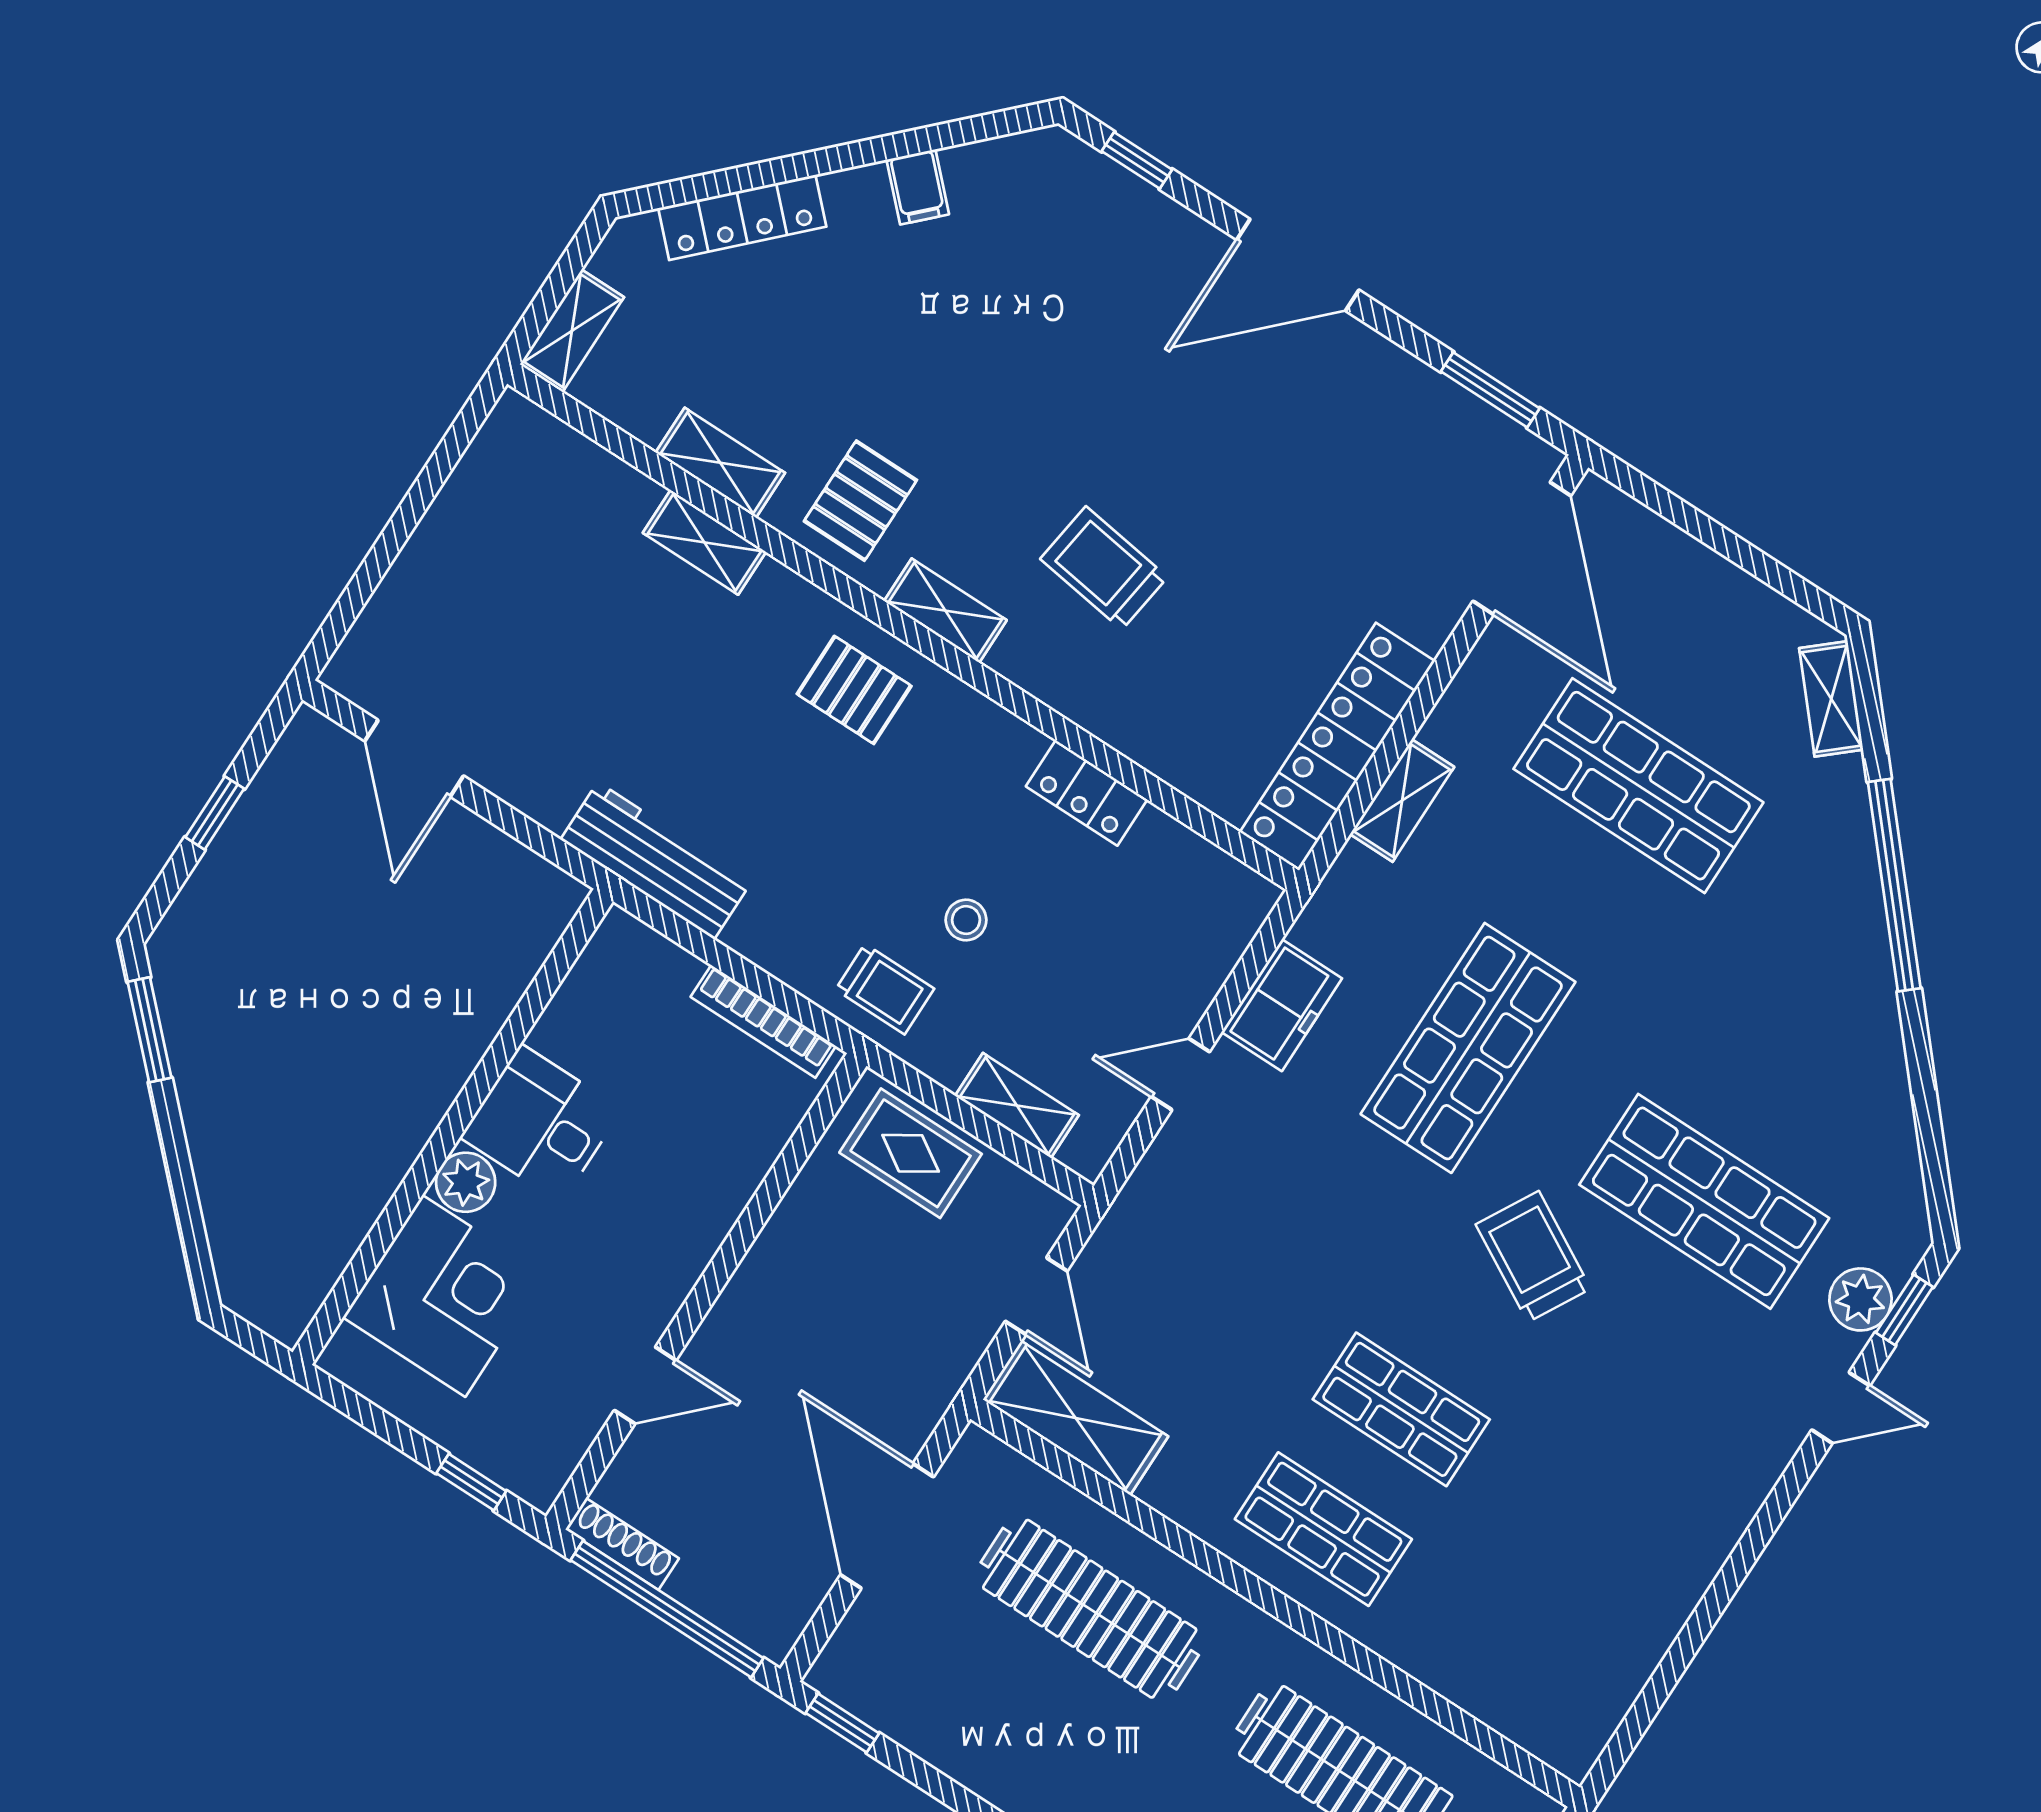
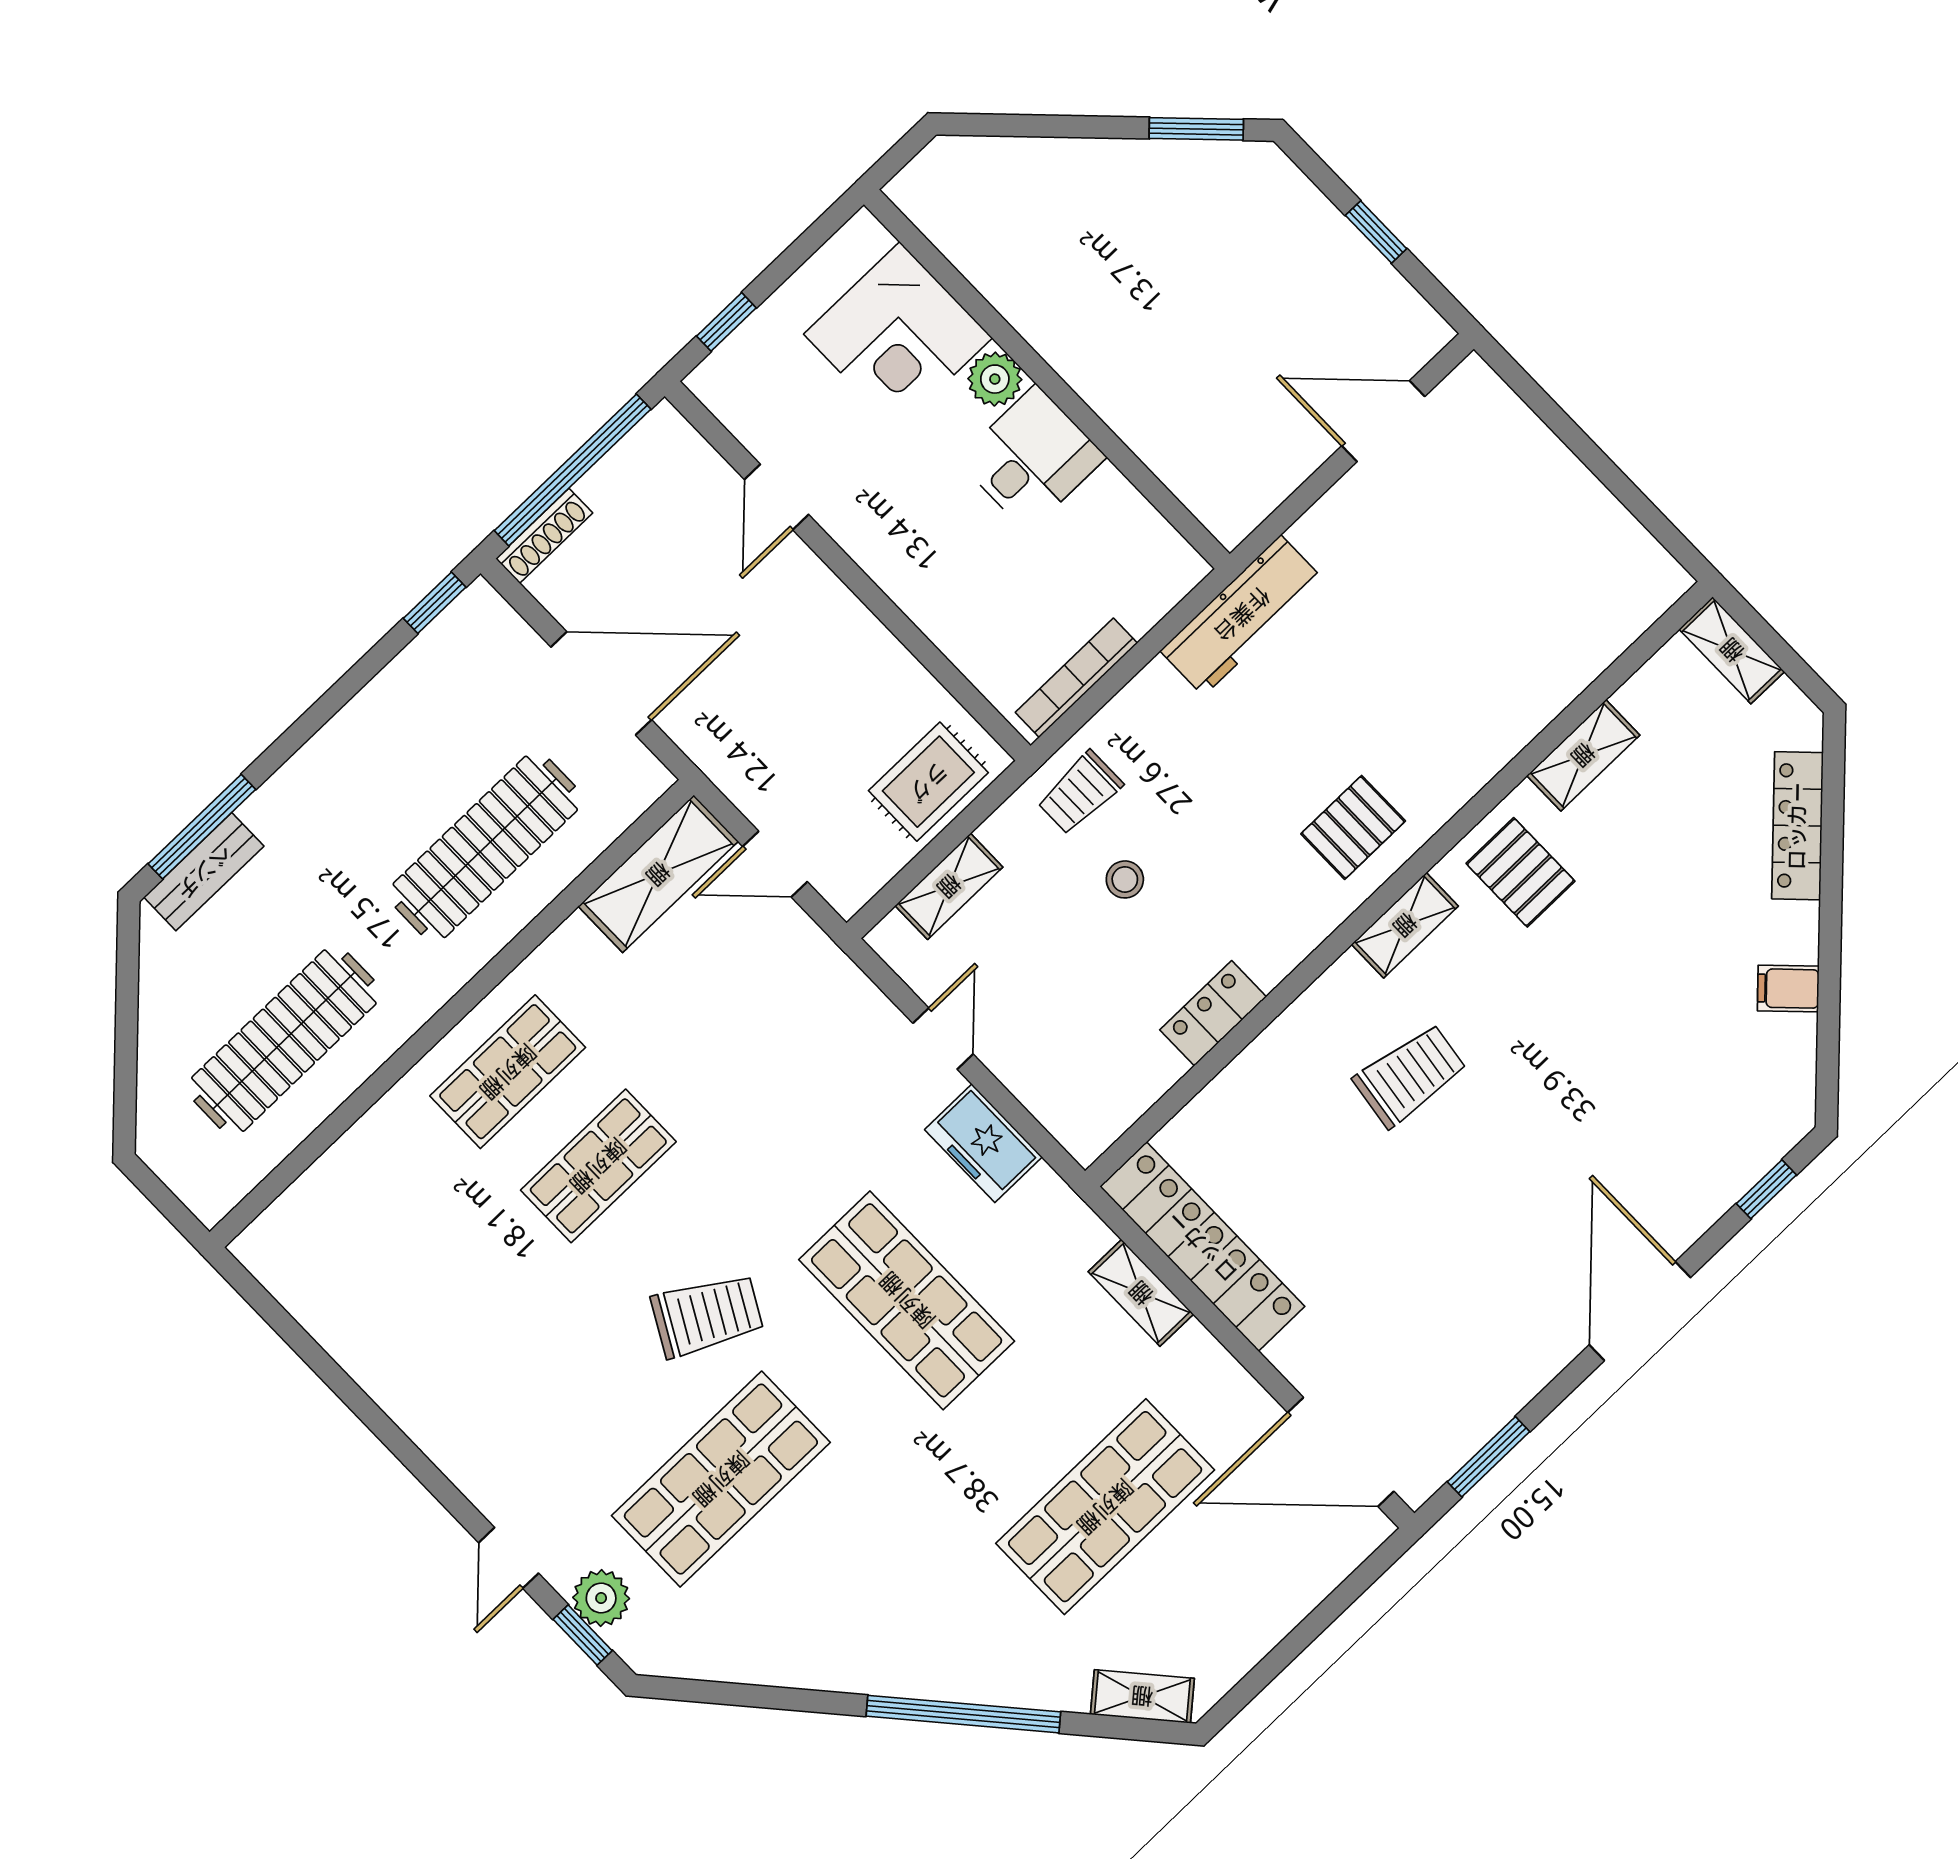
shelving: (704, 542) -> (1516, 725), removed
shoe rack: (622, 1544) -> (544, 536), moved

